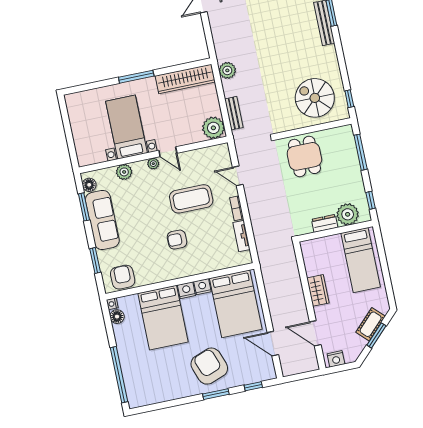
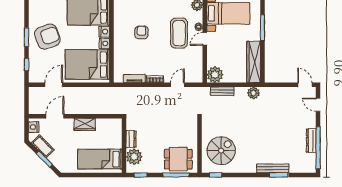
dining table: (304, 156) -> (178, 159), moved
coffee table: (191, 199) -> (179, 33), moved
cot: (371, 324) -> (43, 146), moved

